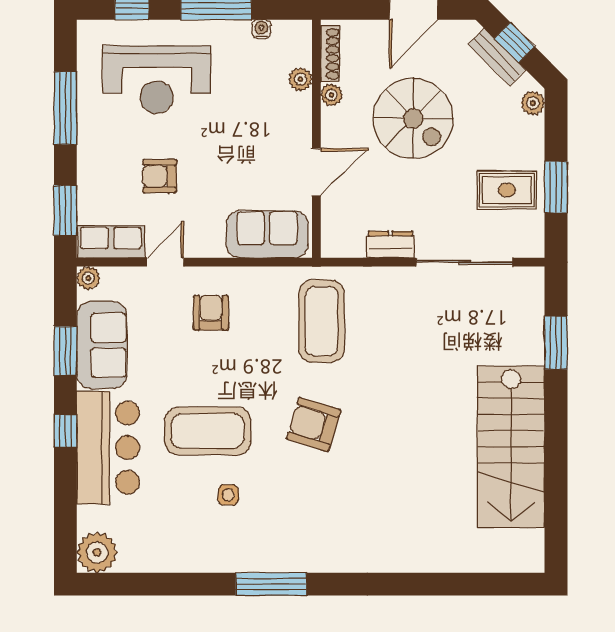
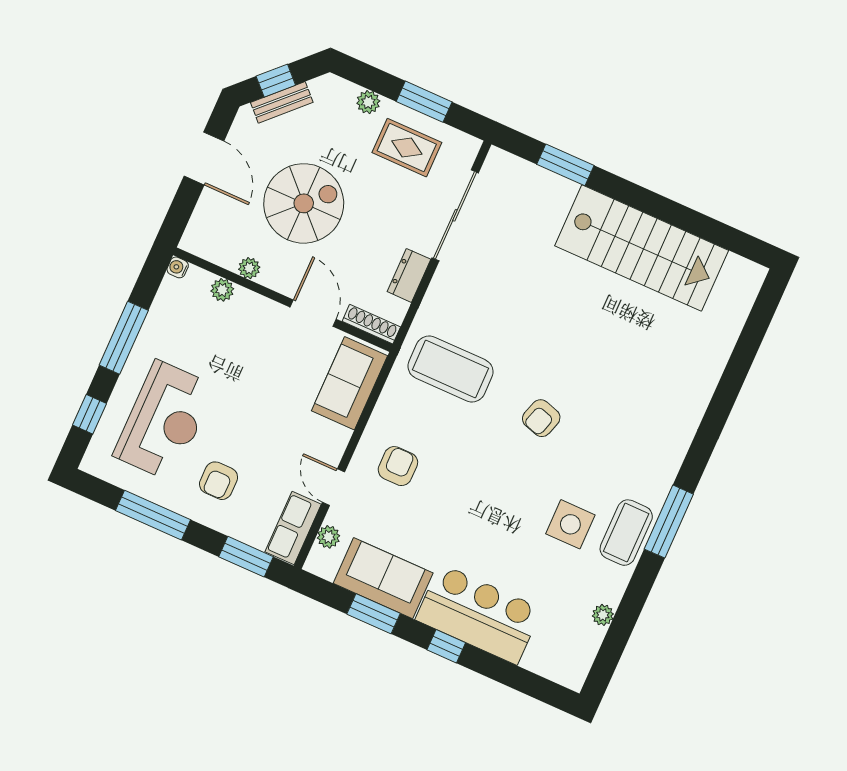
water cooler: (261, 29) -> (178, 267), moved
shoe rack: (330, 54) -> (371, 324), moved
plant: (533, 103) -> (368, 102), moved
armchair: (160, 176) -> (219, 481), moved
rug: (507, 190) -> (407, 148), turned 90
plant: (88, 278) -> (329, 537), moved
armchair: (211, 313) -> (398, 466), turned 90
armchair: (314, 424) -> (541, 418), width x0.72, depth x0.72
coffee table: (208, 431) -> (626, 533), moved, width x0.73, depth x0.76
side table: (228, 495) -> (570, 524), width x1.87, depth x1.87
plant: (97, 552) -> (603, 615), moved, width x0.53, depth x0.53

